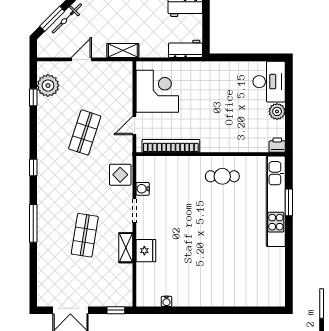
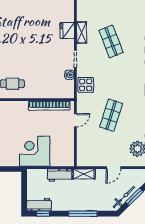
workbench: (185, 49) -> (59, 175), moved
corner desk: (157, 91) -> (35, 151), moved, turned 90
shop shelf: (85, 235) -> (111, 41), turned -30

